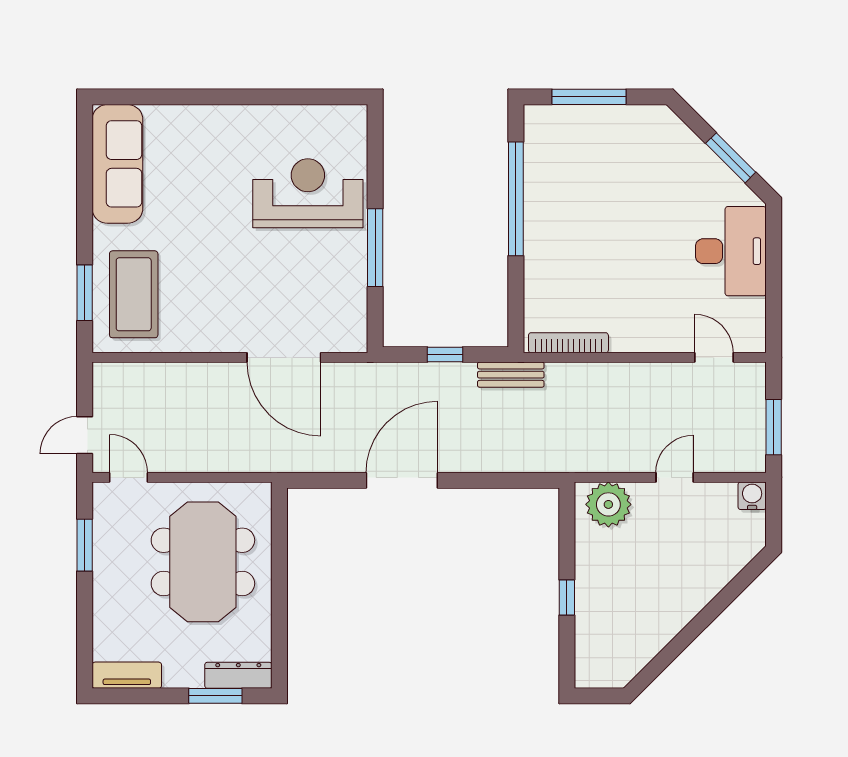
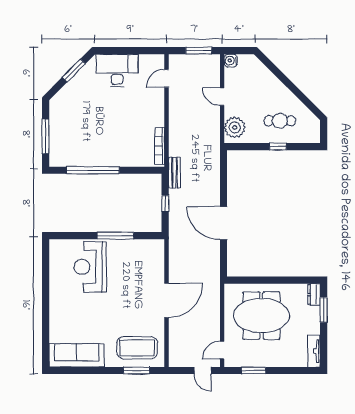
door: (284, 357) -> (166, 300), moved
cafe table: (623, 602) -> (280, 121), added
dresser: (238, 675) -> (314, 294), width x0.70

